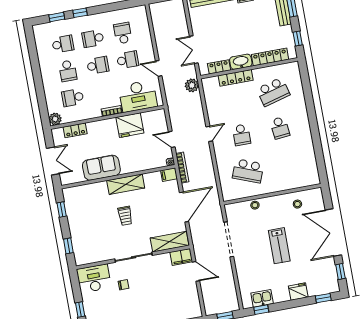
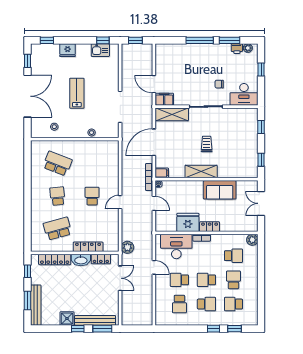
locker: (75, 130) -> (210, 227), moved
school desk: (248, 171) -> (57, 164), moved

